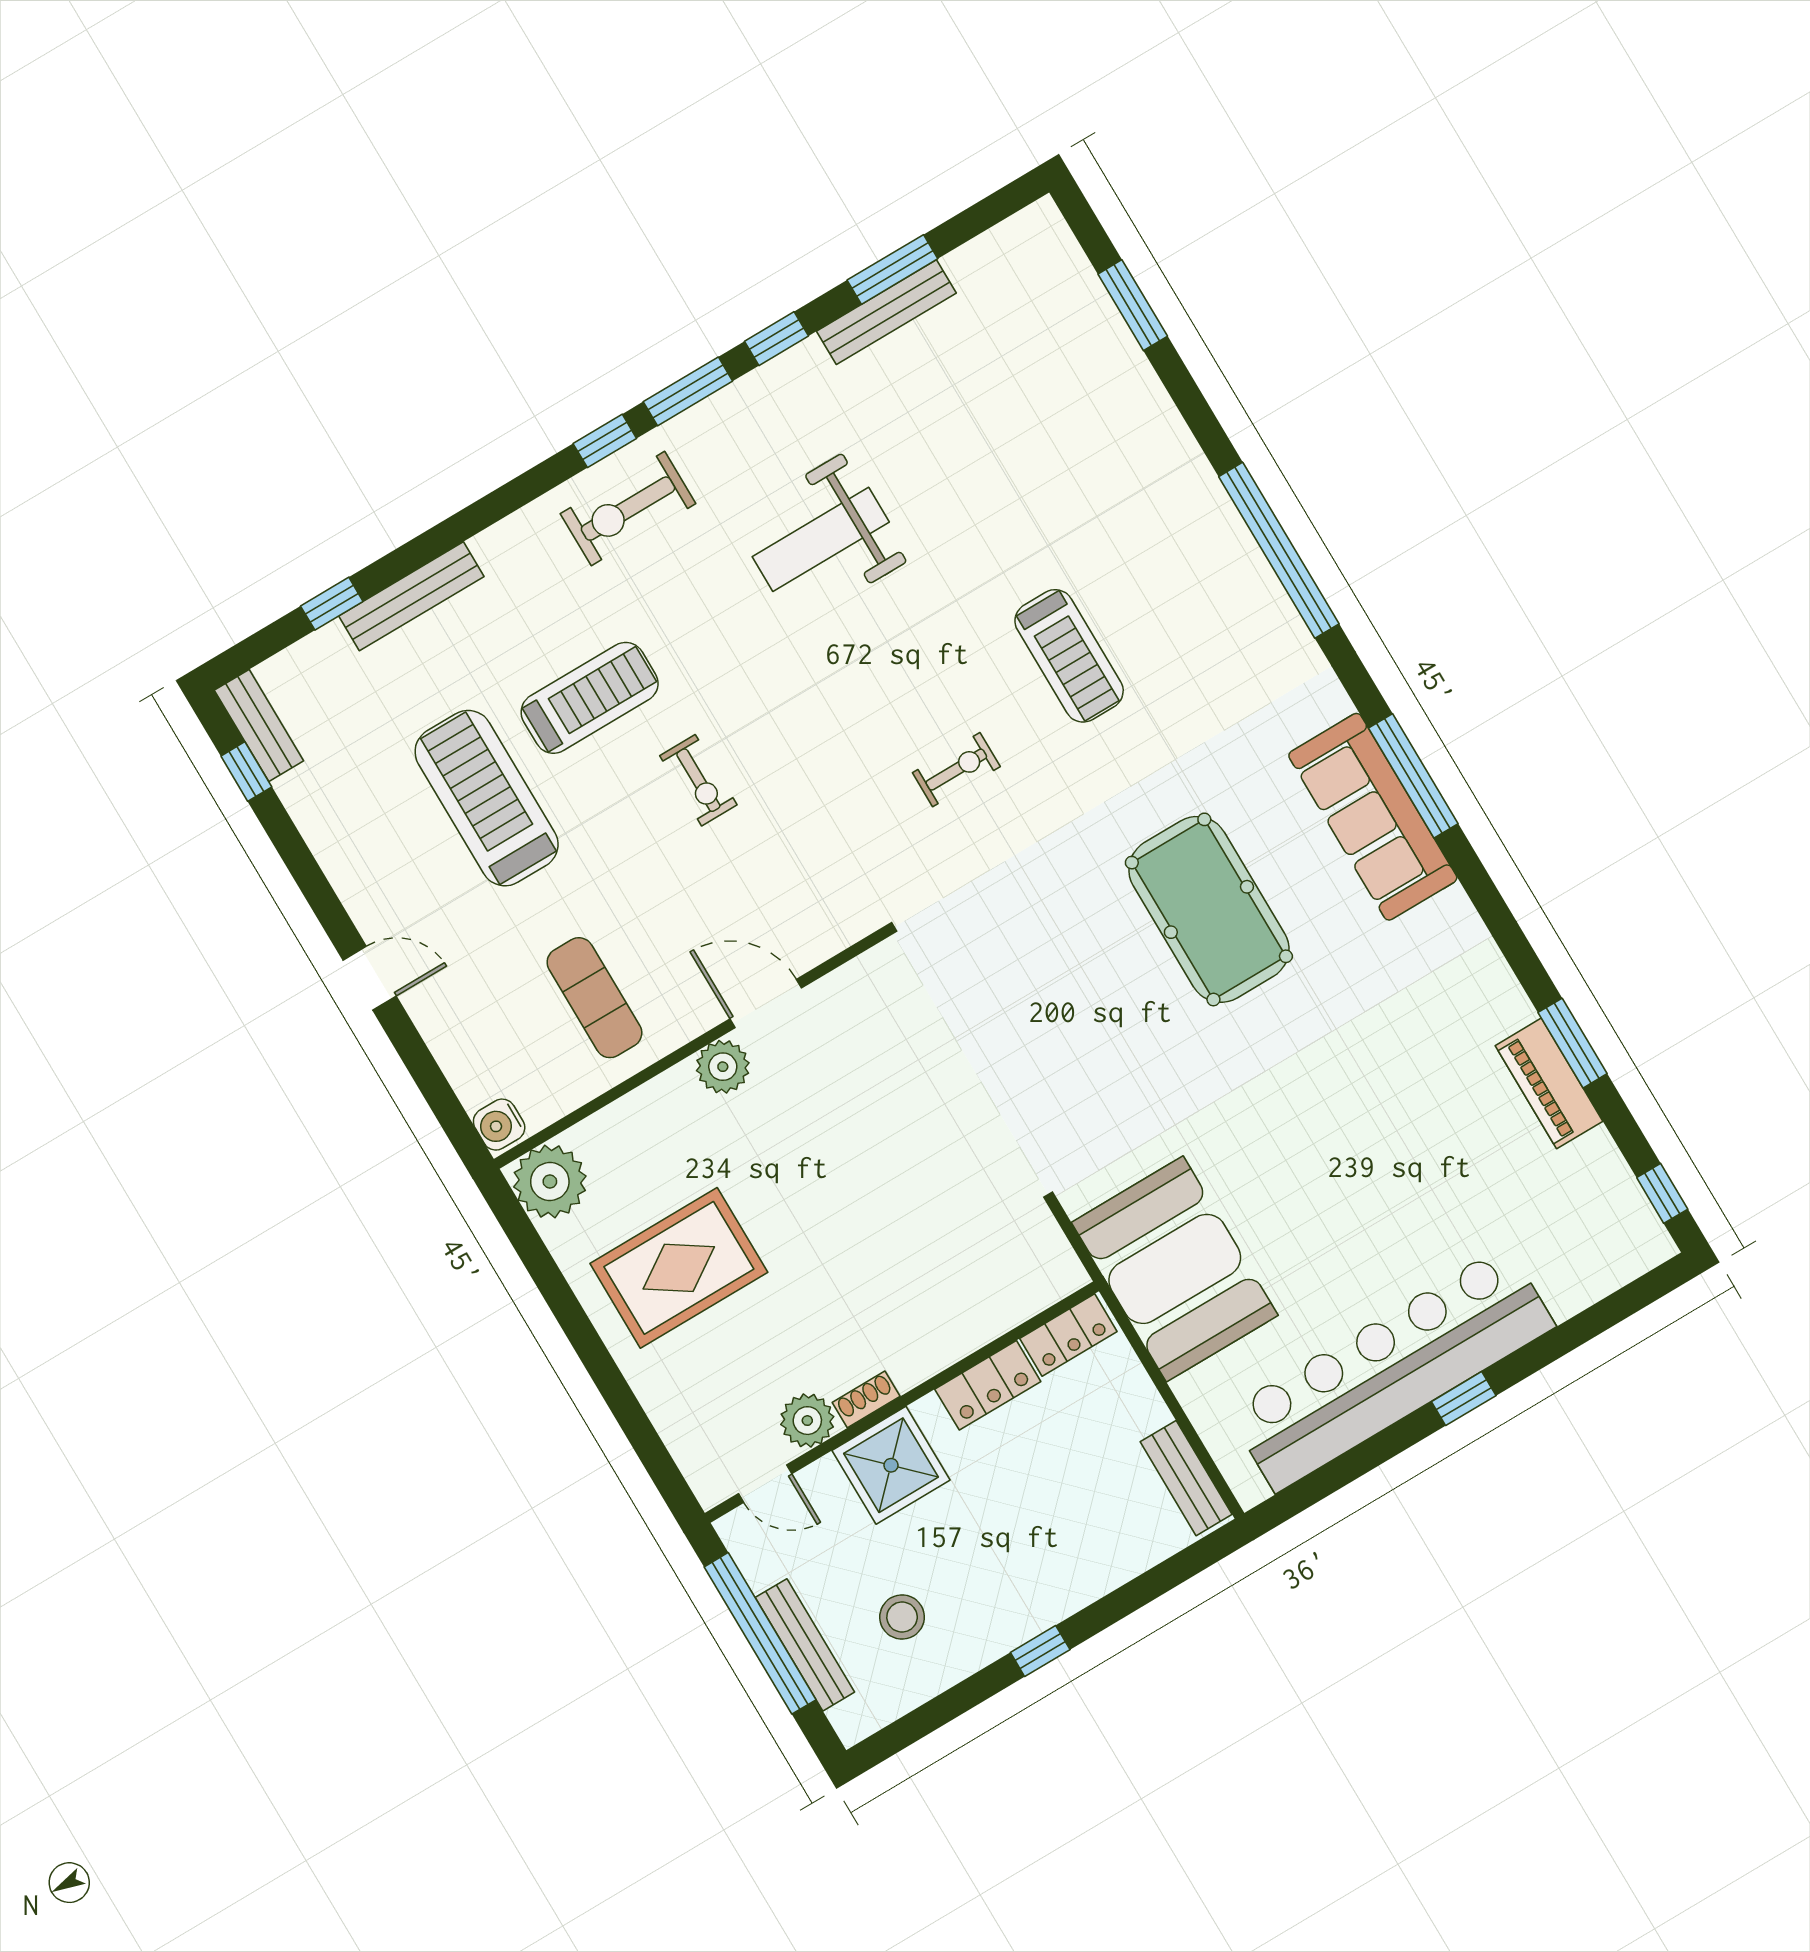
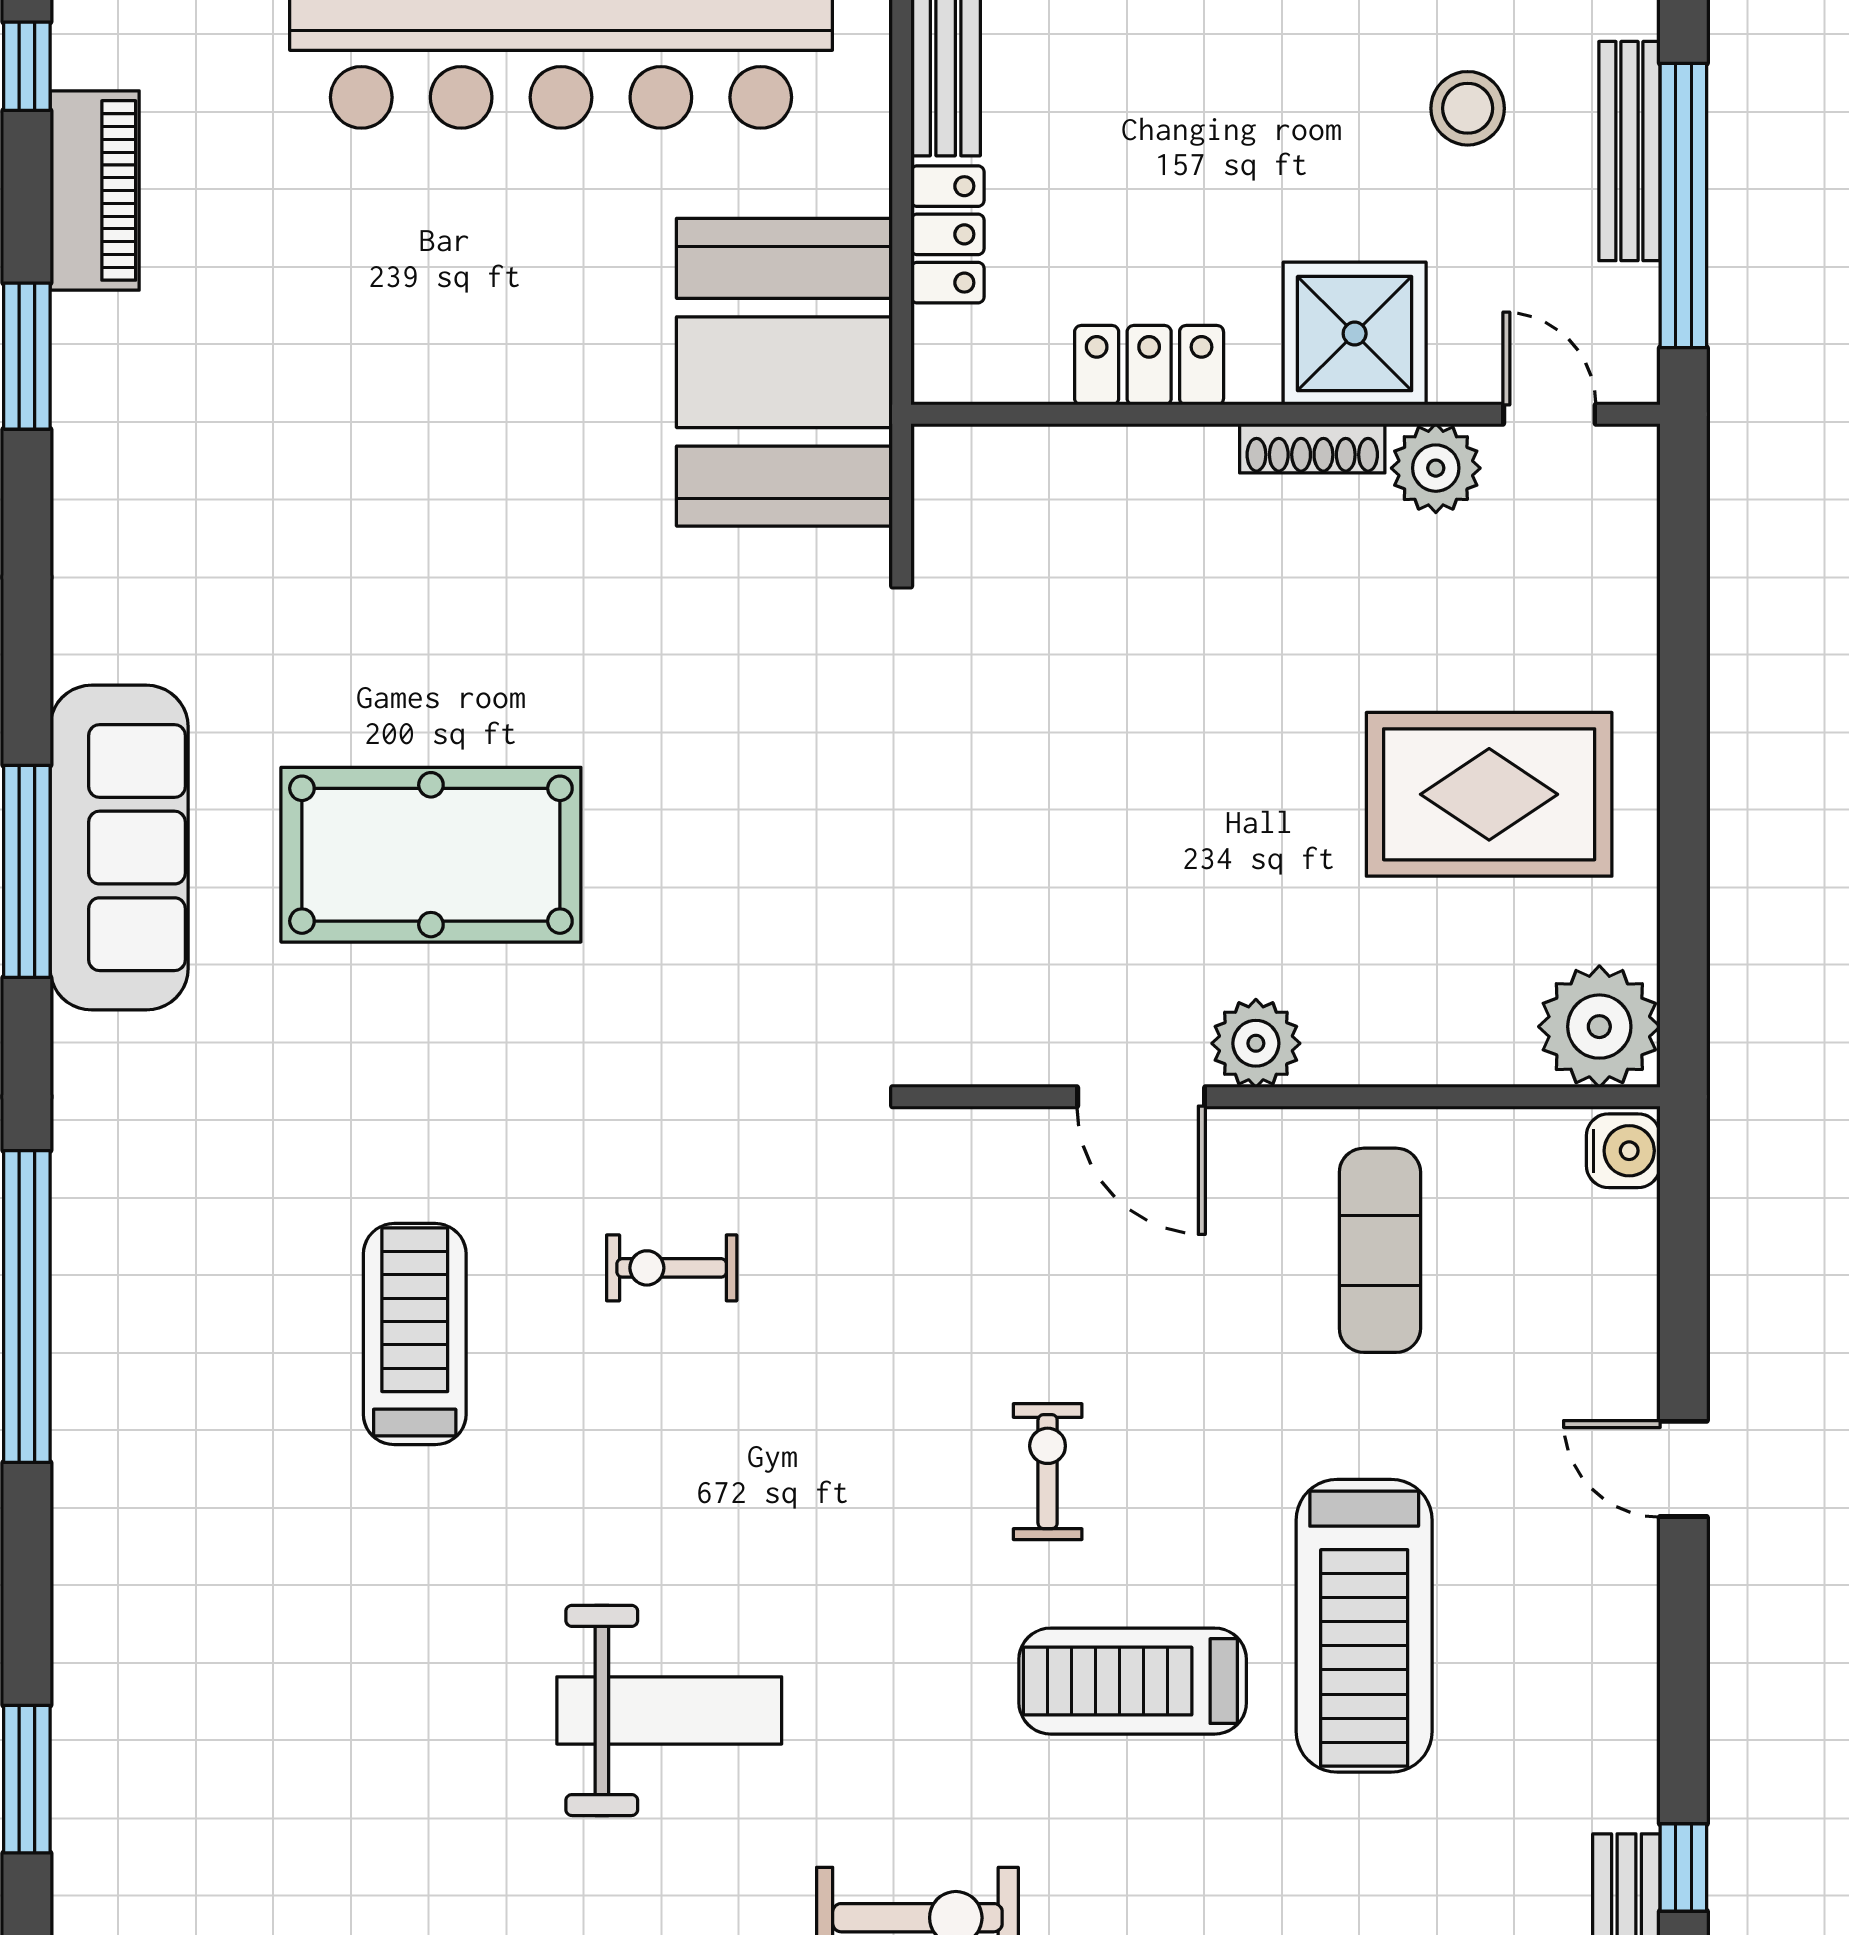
pool table: (1209, 909) -> (431, 855), turned 90
piano: (1549, 1083) -> (95, 190), moved
locker: (1068, 1335) -> (948, 234), moved, turned 90
shoe rack: (866, 1399) -> (1312, 448), width x1.43

